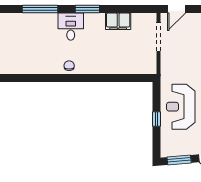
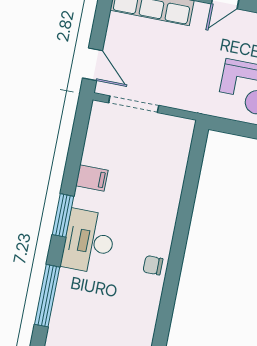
filing cabinet: (118, 21) -> (92, 178), width x0.50
desk: (71, 27) -> (89, 242), width x1.37

